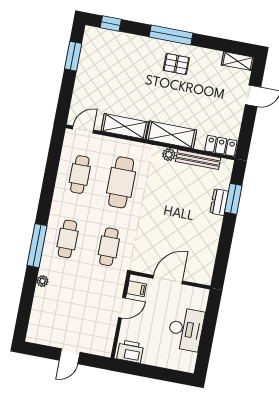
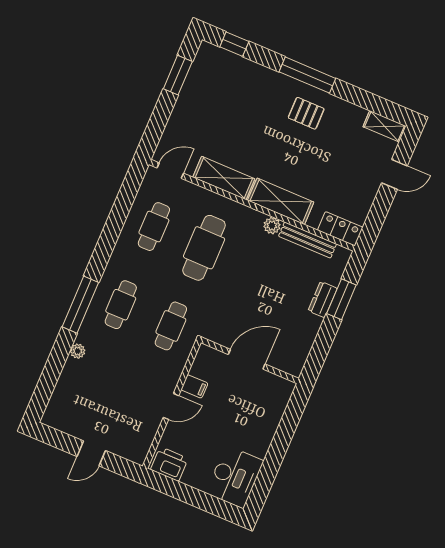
door: (168, 280) -> (247, 359), moved
wall: (170, 280) -> (250, 361), moved
desk: (186, 329) -> (235, 477), moved

